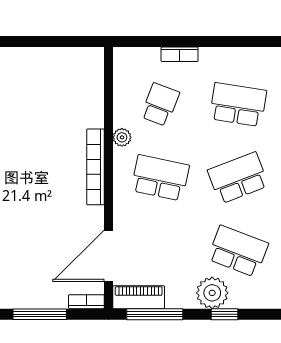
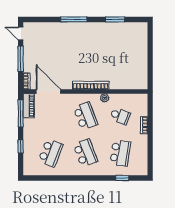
school desk: (160, 178) -> (85, 116), turned -33
plant: (212, 293) -> (31, 141), removed

